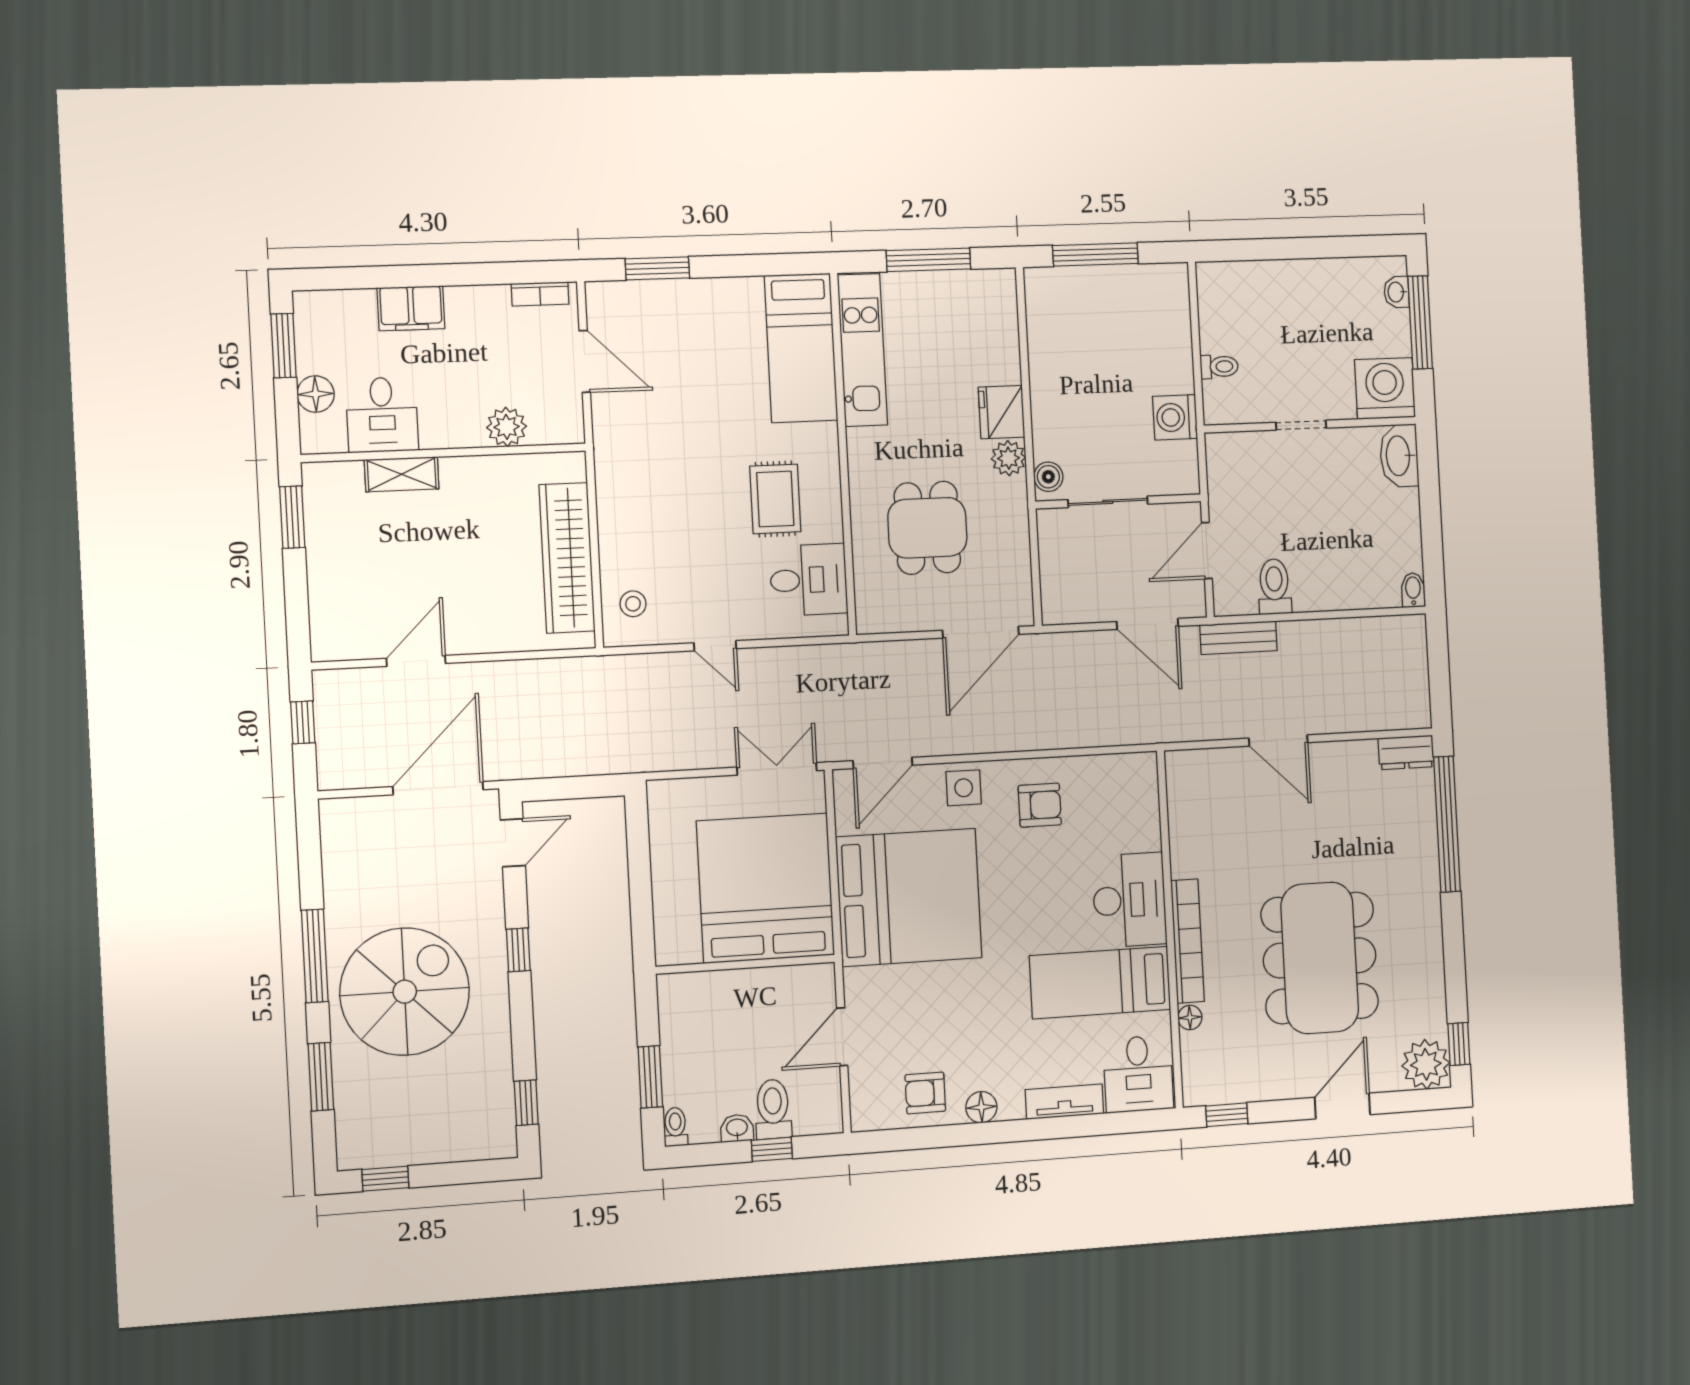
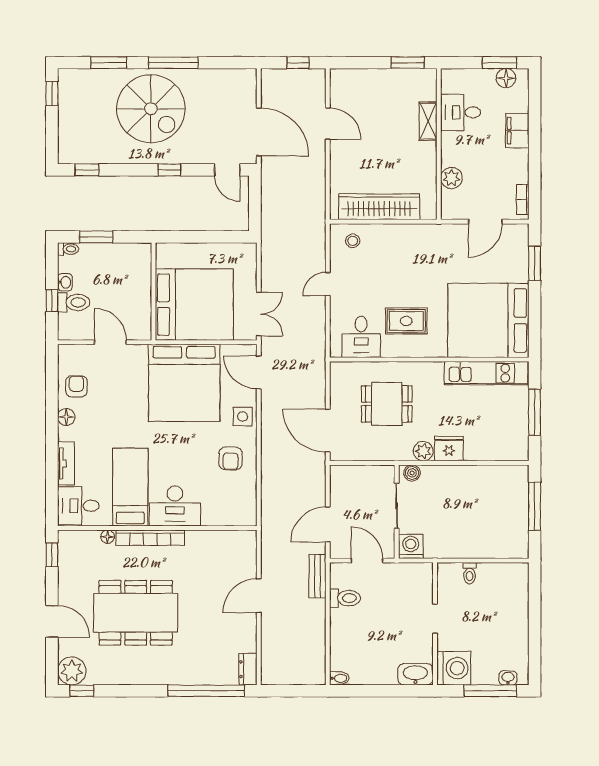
bed: (801, 348) -> (488, 320), width x2.04
floor lamp: (316, 394) -> (506, 78), moved
washing machine: (1175, 417) -> (411, 546), moved

